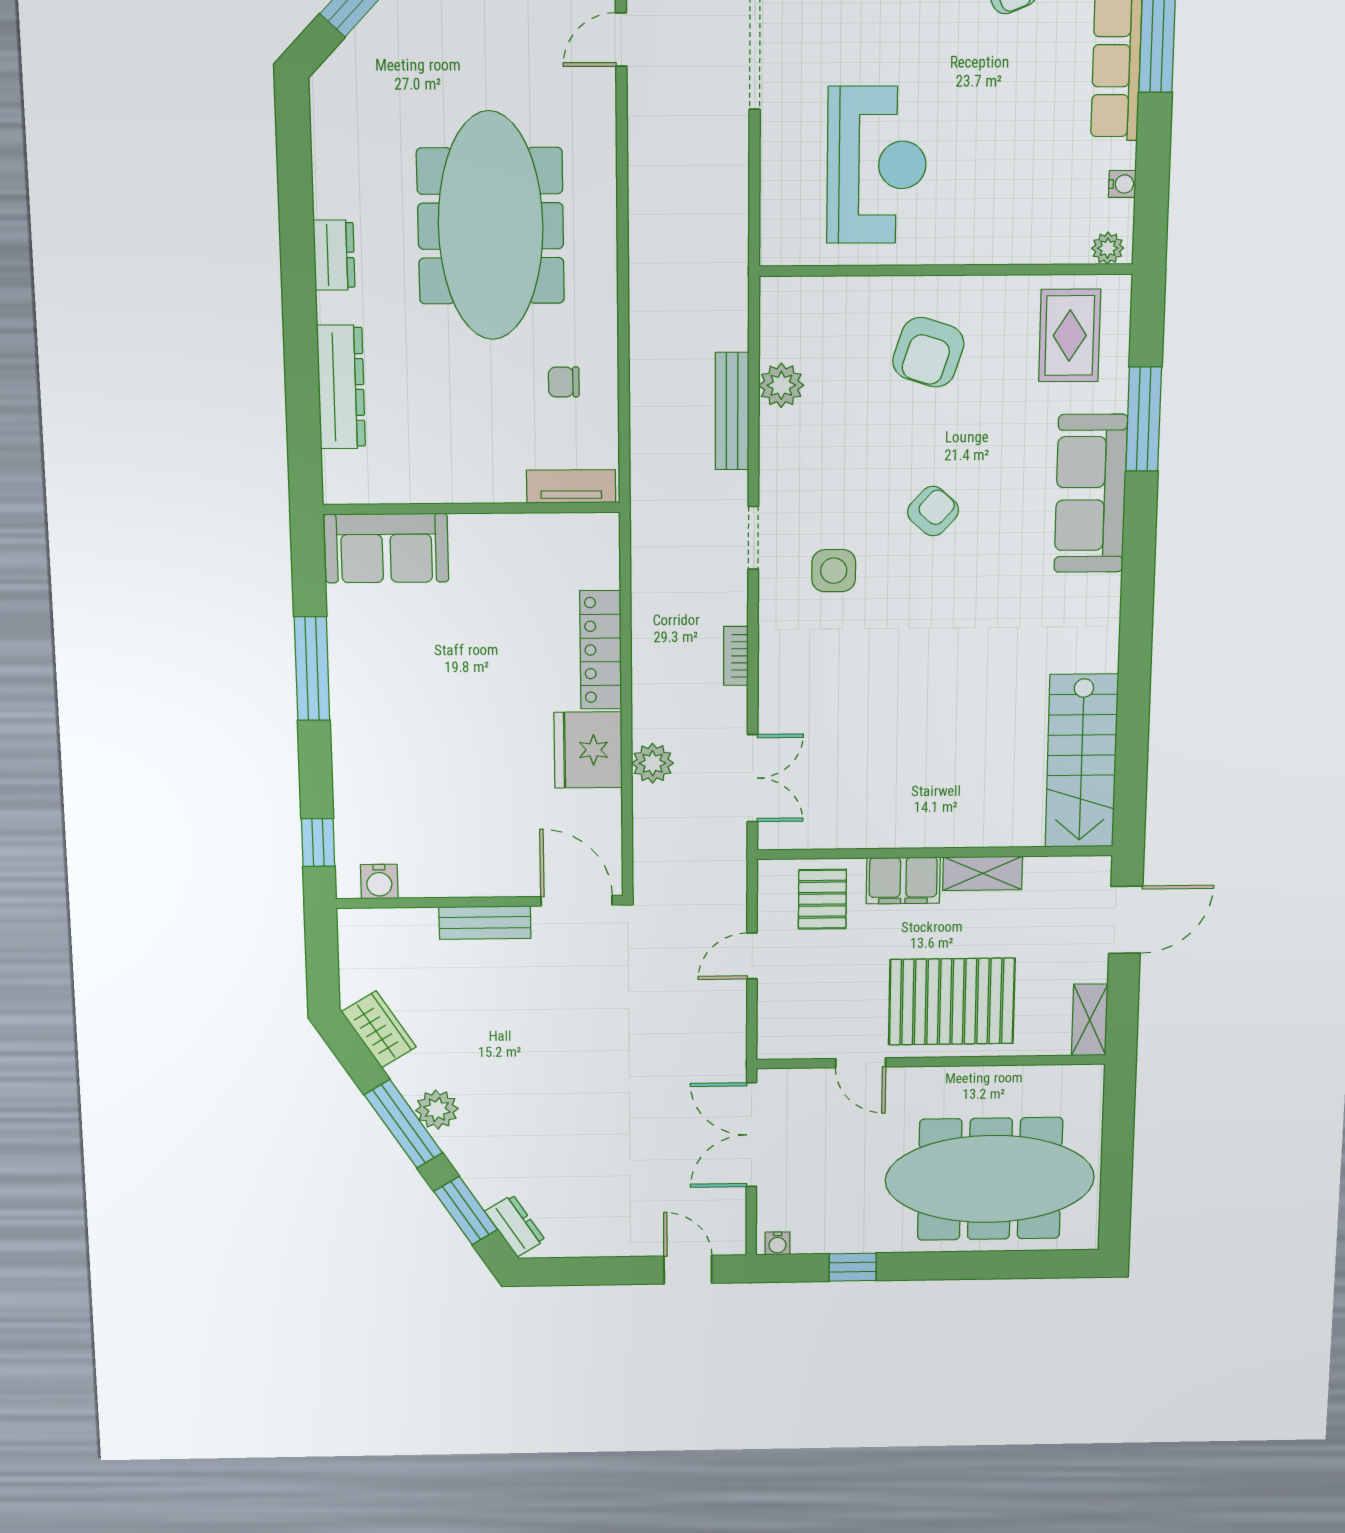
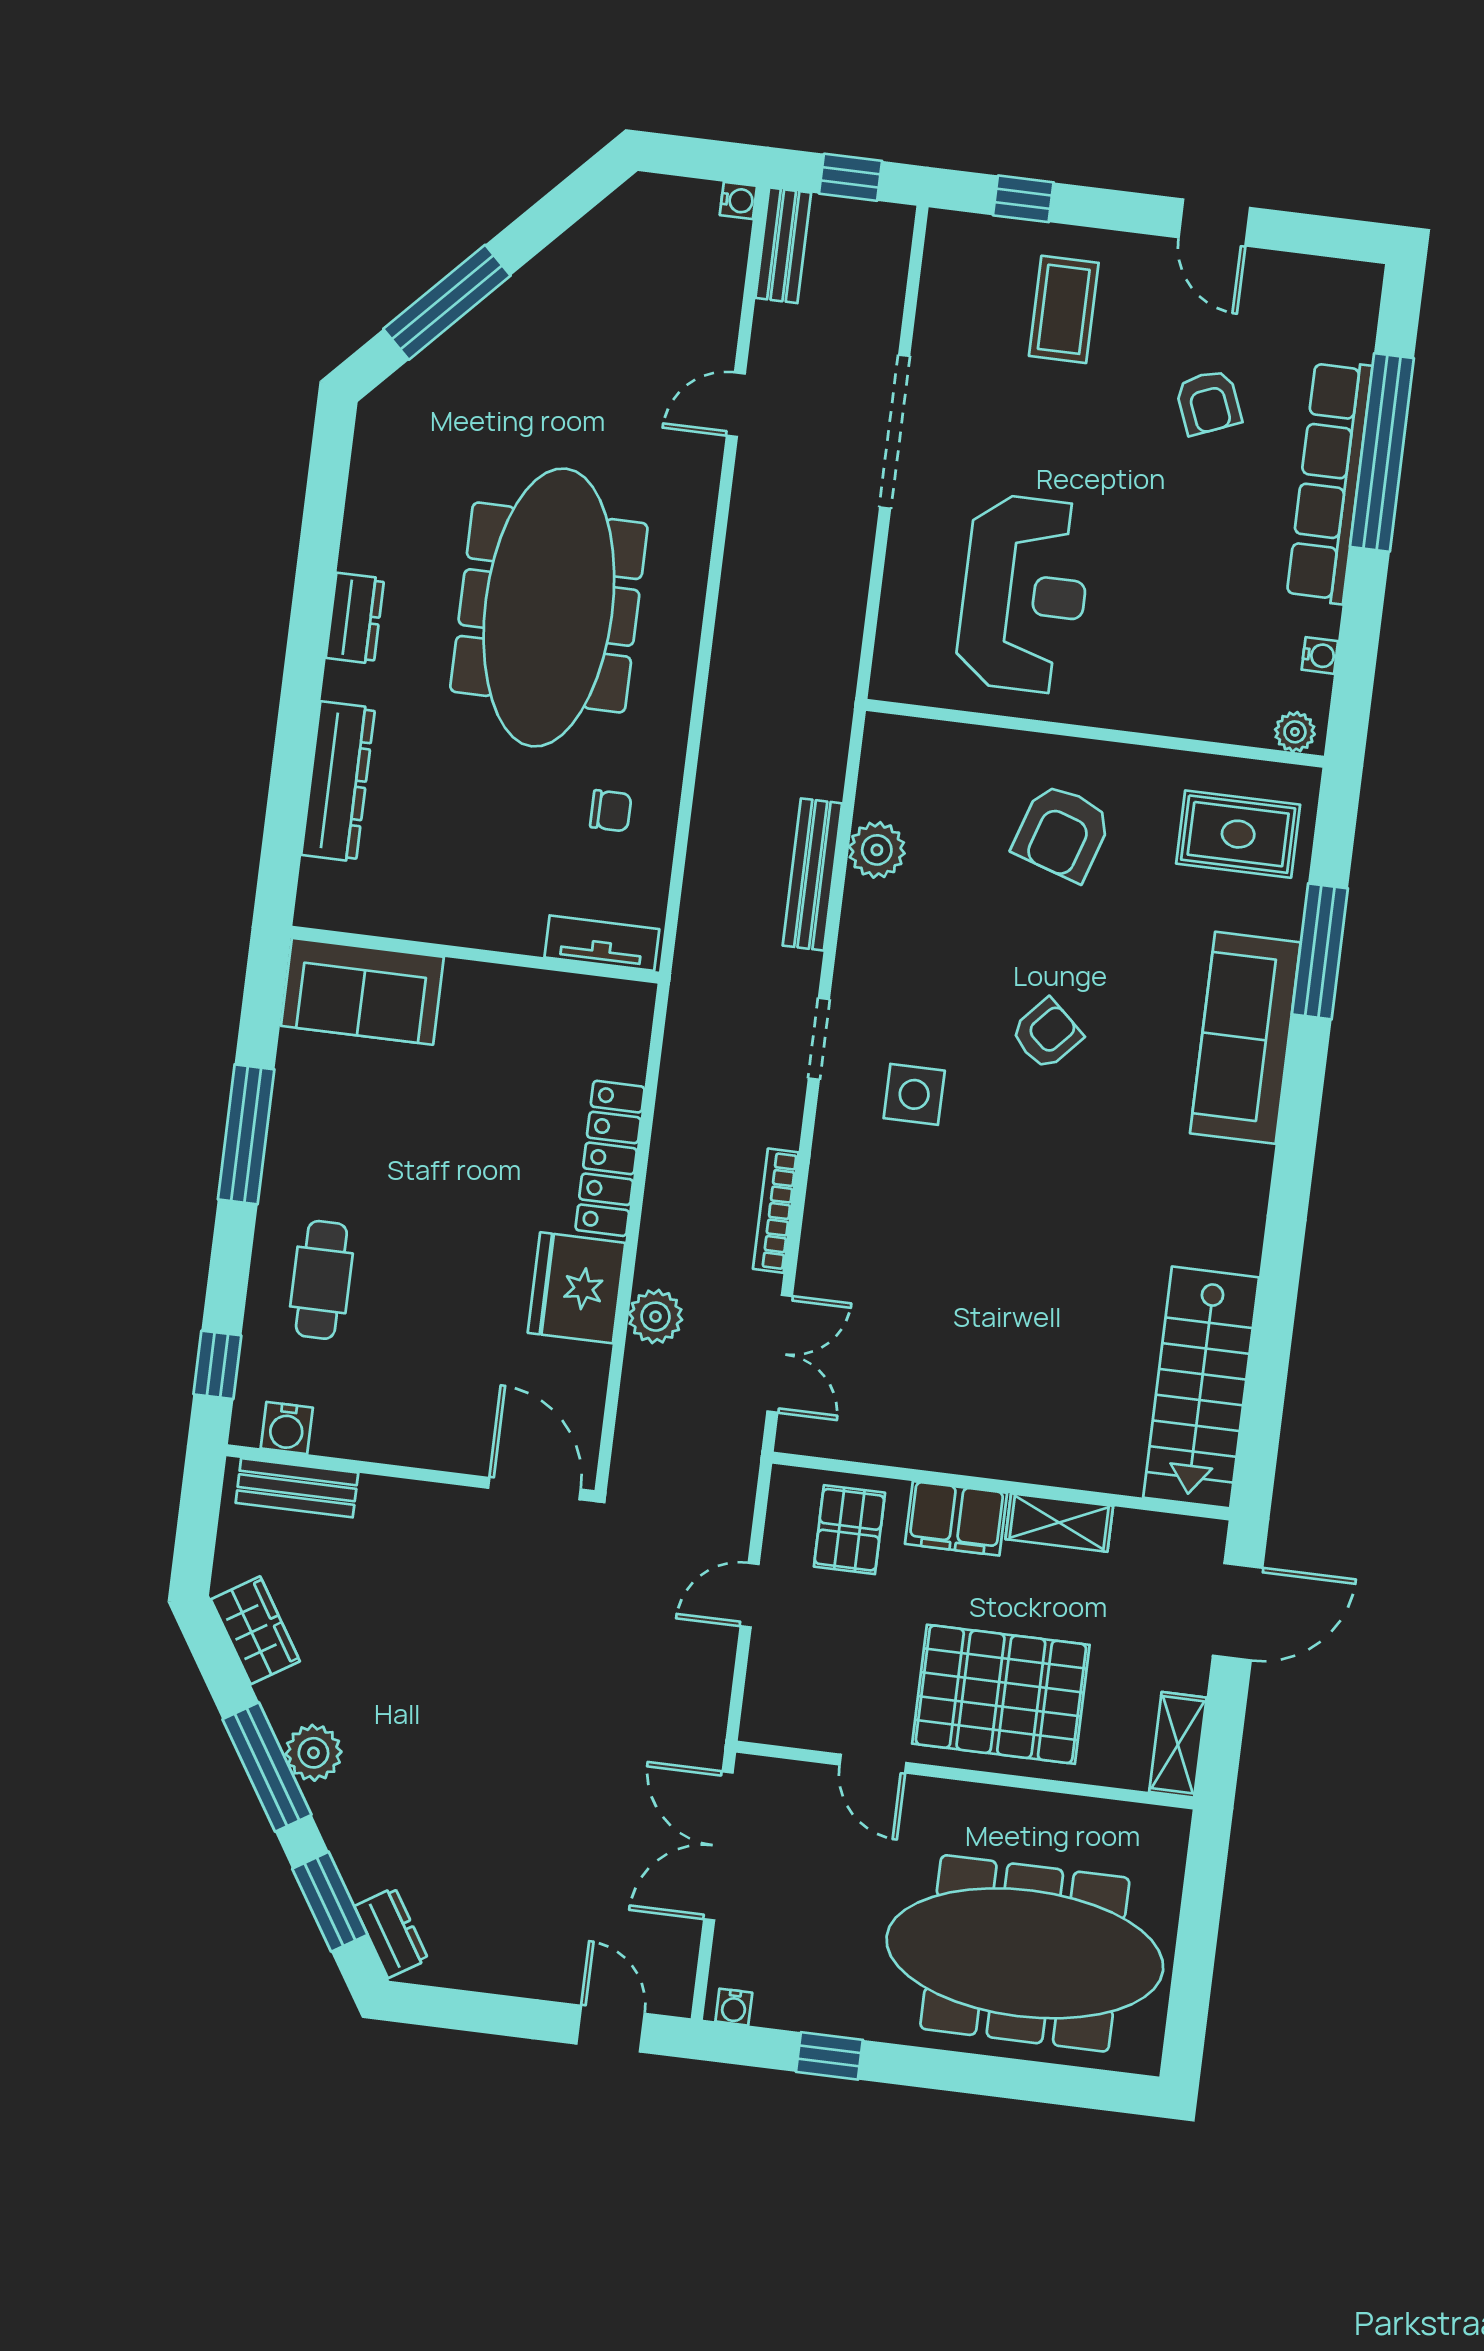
rug: (1070, 335) -> (1238, 834), turned 90
chair: (564, 382) -> (611, 811), turned 180
bookcase: (736, 656) -> (776, 1211), width x1.56
cafe table: (389, 770) -> (321, 1280), added
bench: (485, 923) -> (297, 1488), moved

